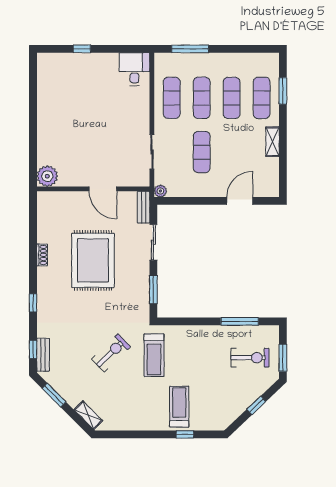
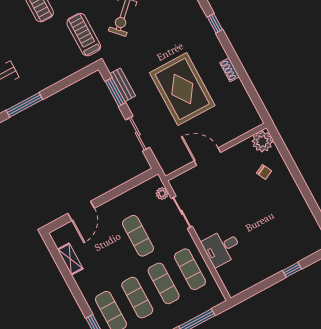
desk: (134, 69) -> (222, 247), moved, turned 90
shelving: (272, 142) -> (70, 259), moved
chair: (60, 148) -> (264, 172), added
plant: (160, 191) -> (162, 194), moved
bench: (144, 207) -> (123, 85), moved

